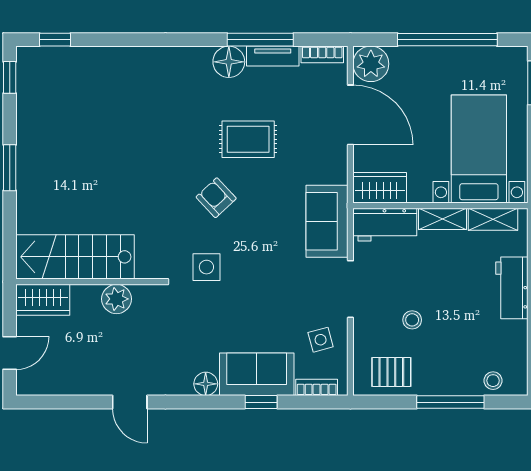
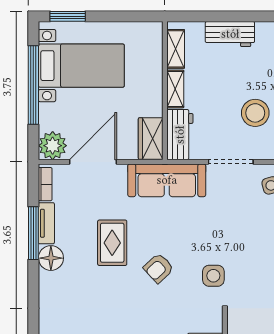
bed with nightstands: (479, 149) -> (81, 66), moved, turned 180
sofa: (327, 221) -> (167, 180), width x1.36
stool: (412, 320) -> (255, 113), width x1.89, depth x1.89

